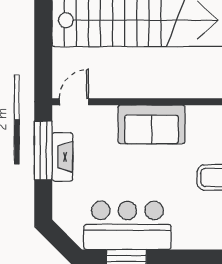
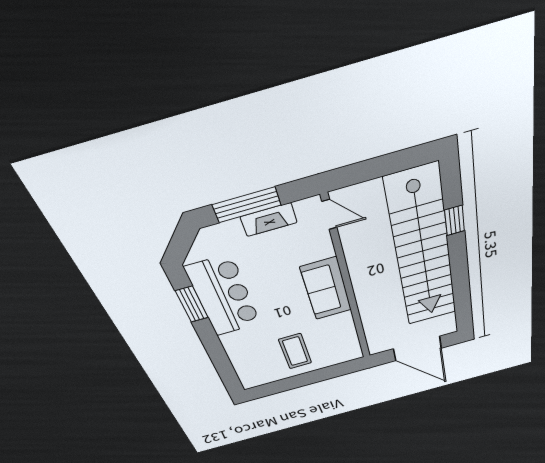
window: (43, 150) -> (247, 205), moved

